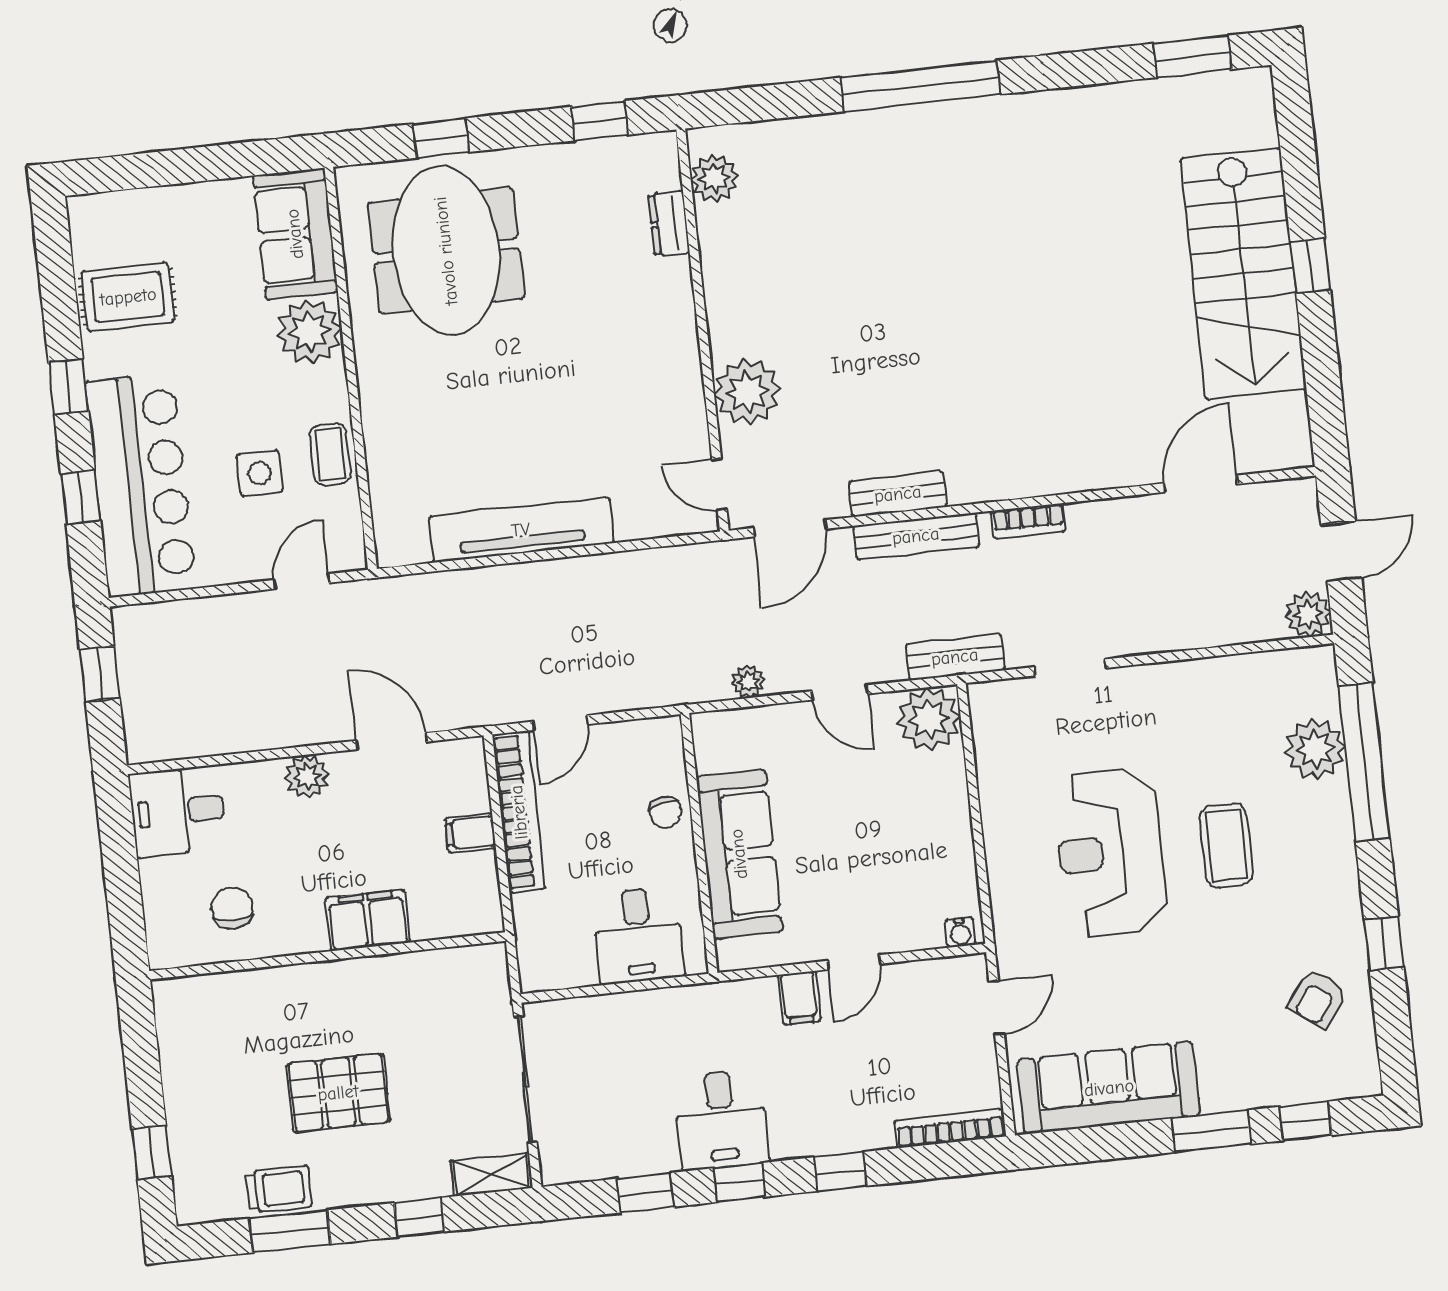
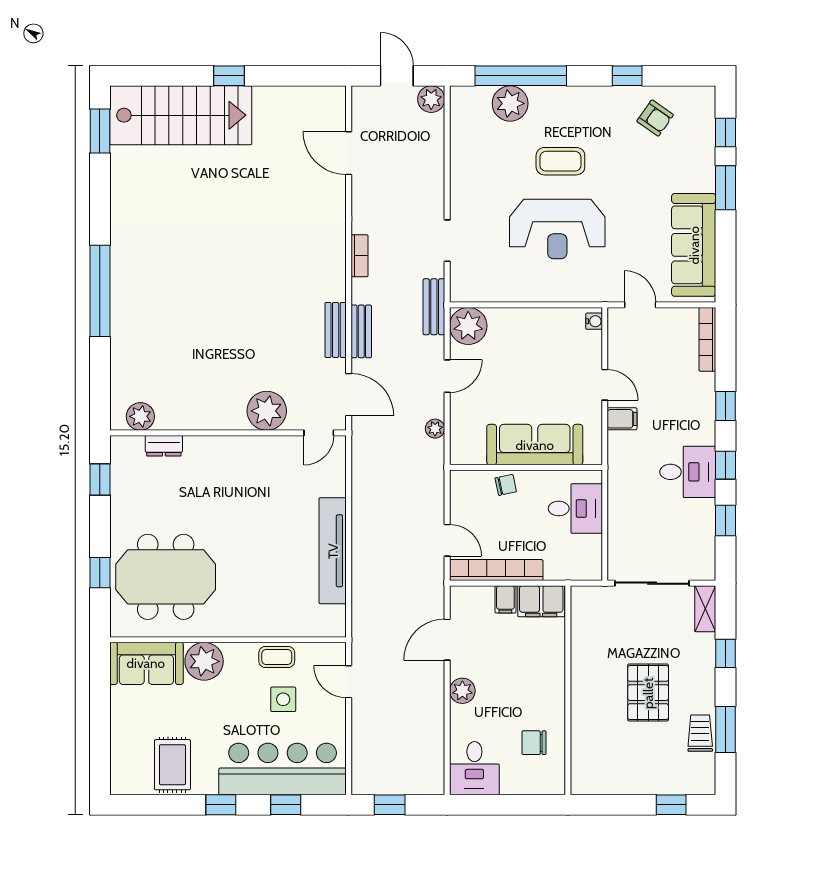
stairs: (1243, 274) -> (181, 115), moved
bench: (916, 536) -> (361, 331), width x0.73
filing cabinet: (368, 920) -> (541, 601), moved, turned -90

